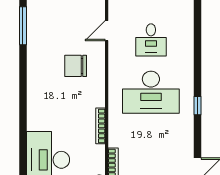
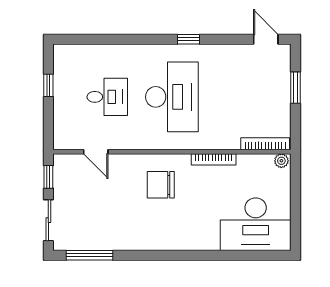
chair: (76, 66) -> (161, 185), moved, turned 90

